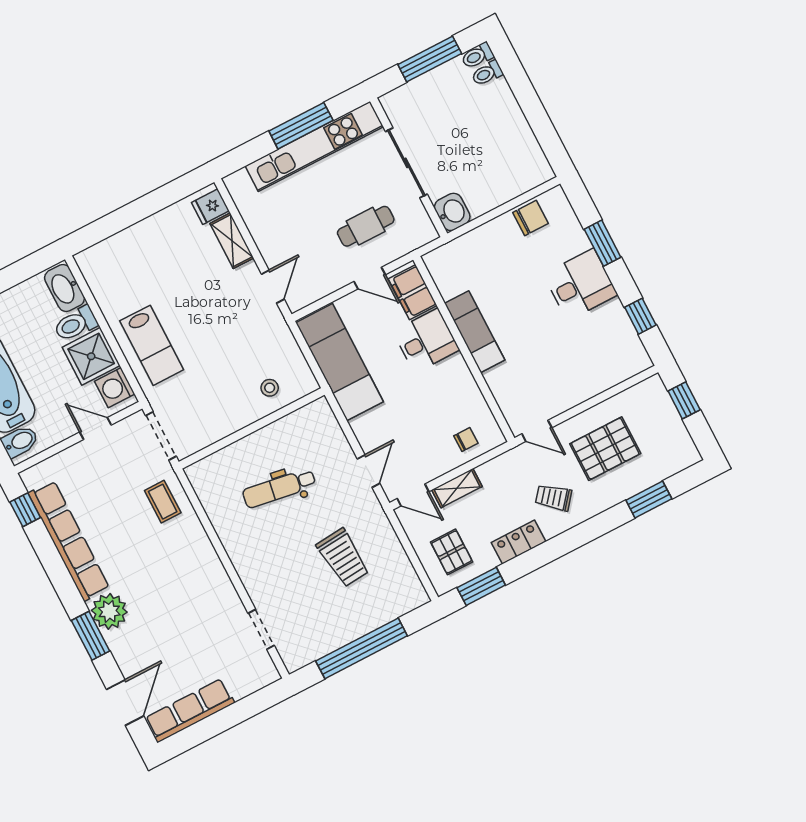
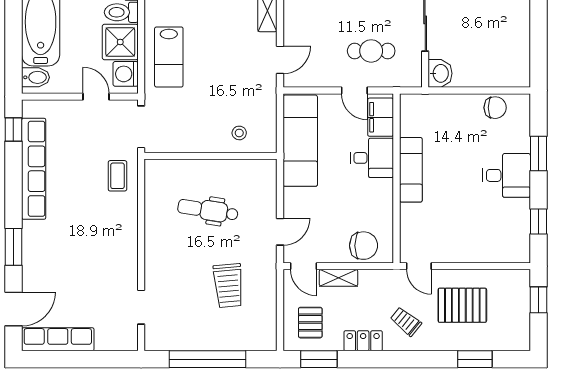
chair: (466, 440) -> (364, 246), width x1.87, depth x1.87
plant: (109, 611) -> (37, 236), removed

